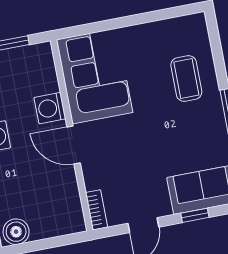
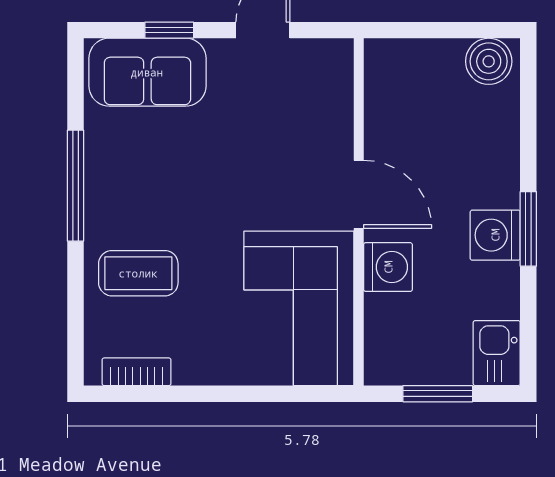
coffee table: (186, 79) -> (138, 273), turned 90
bookcase: (97, 210) -> (137, 372), moved, turned 90

